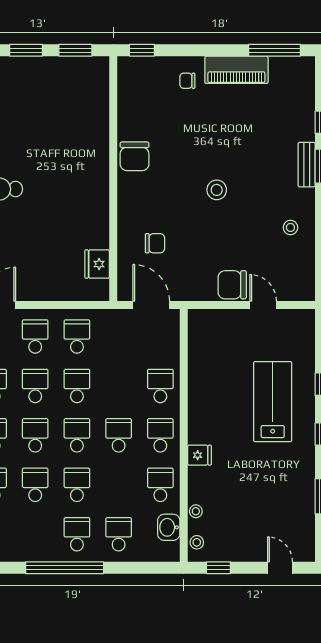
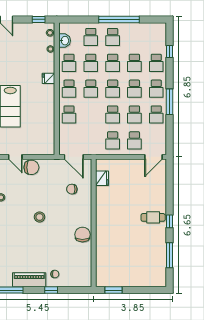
window: (26, 50) -> (139, 290), removed
window: (142, 50) -> (51, 290), moved
school desk: (119, 485) -> (91, 63), added

